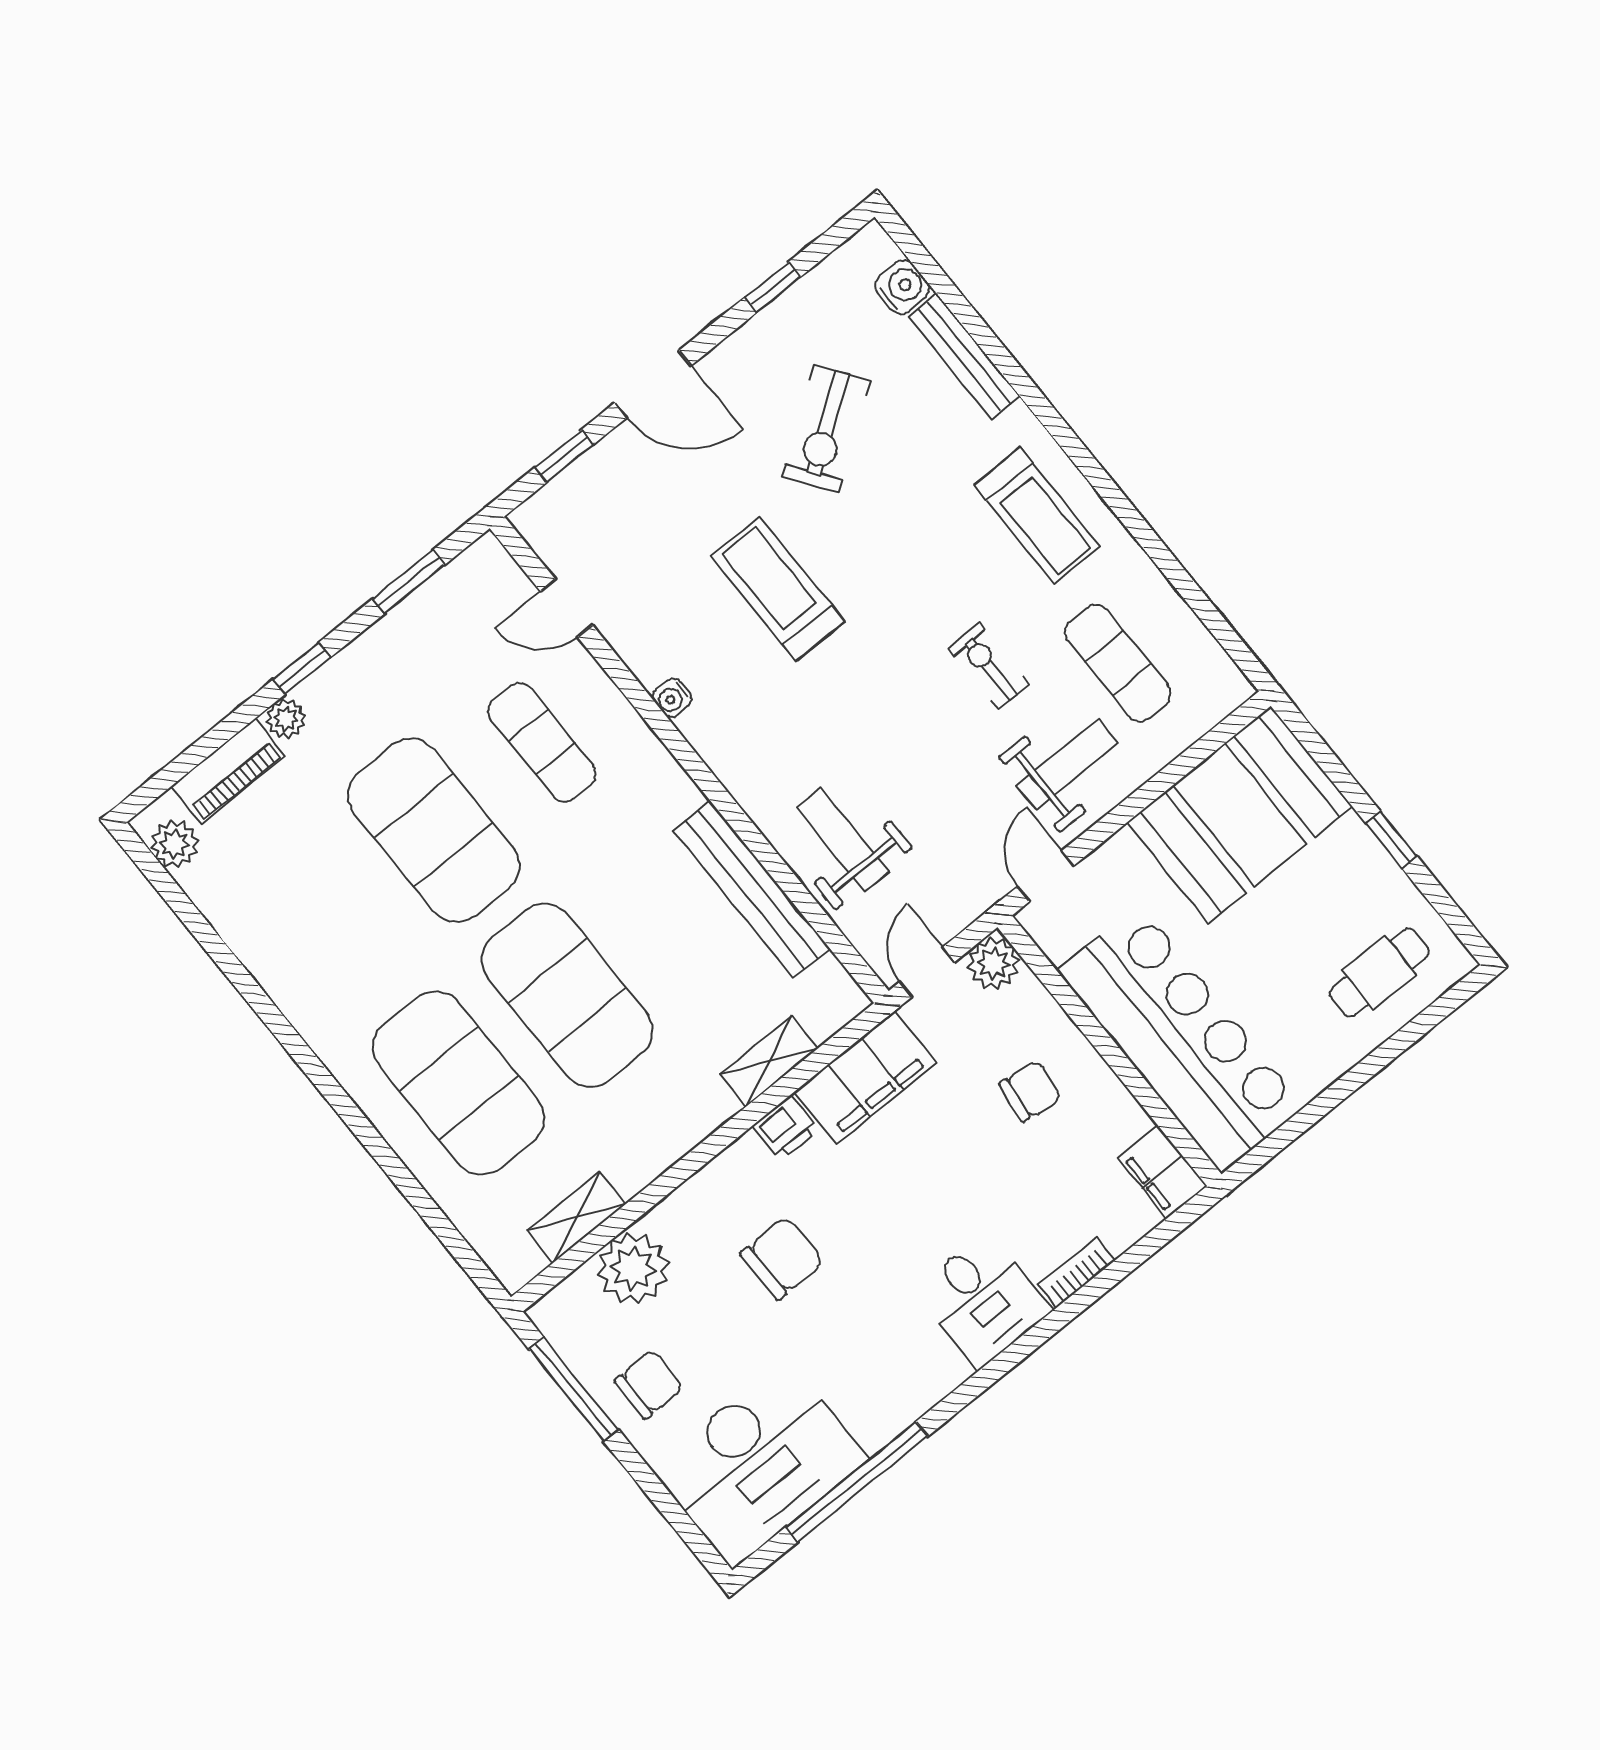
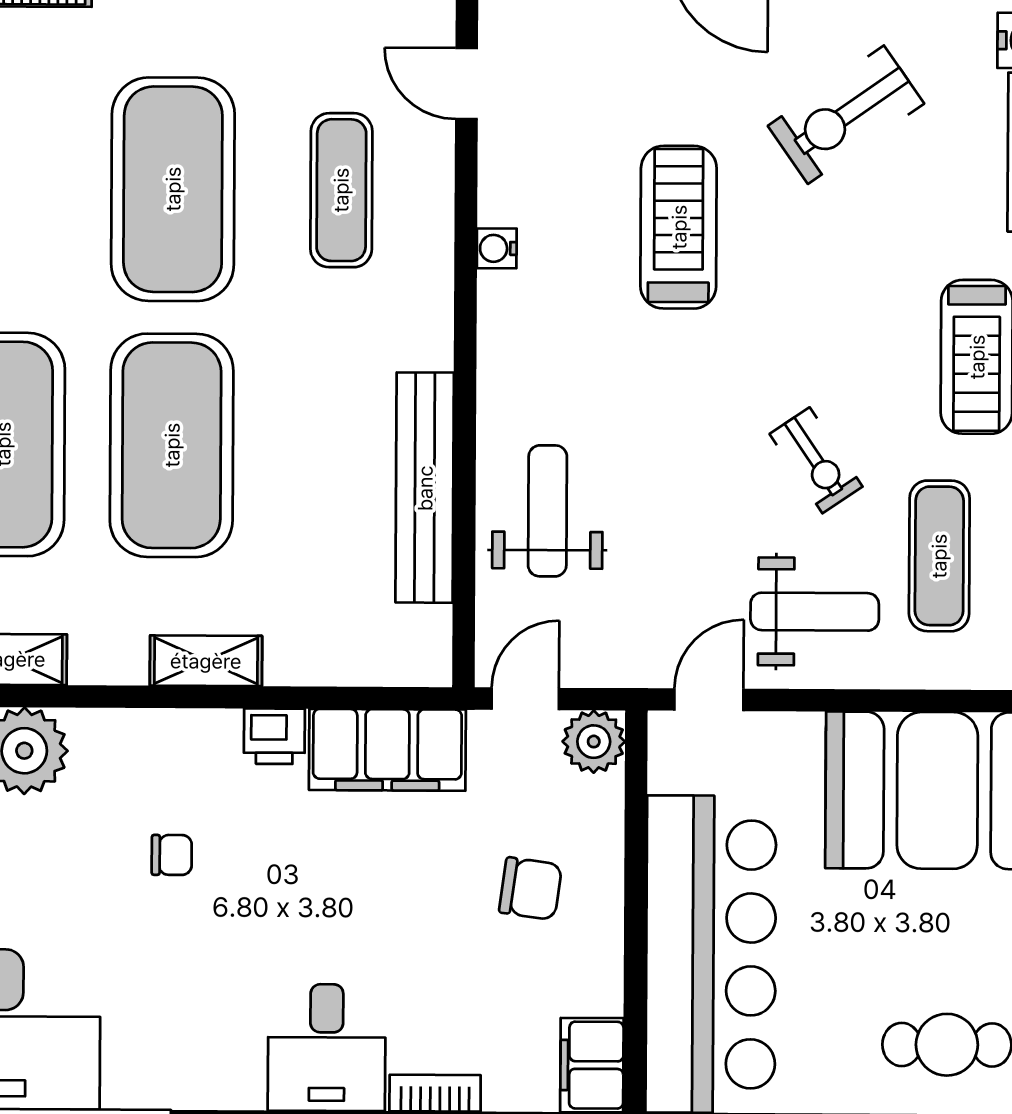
exercise bike: (989, 666) -> (816, 460), turned 146
shelving: (769, 1061) -> (206, 661), moved
chair: (782, 1258) -> (172, 855), width x0.54, depth x0.54

